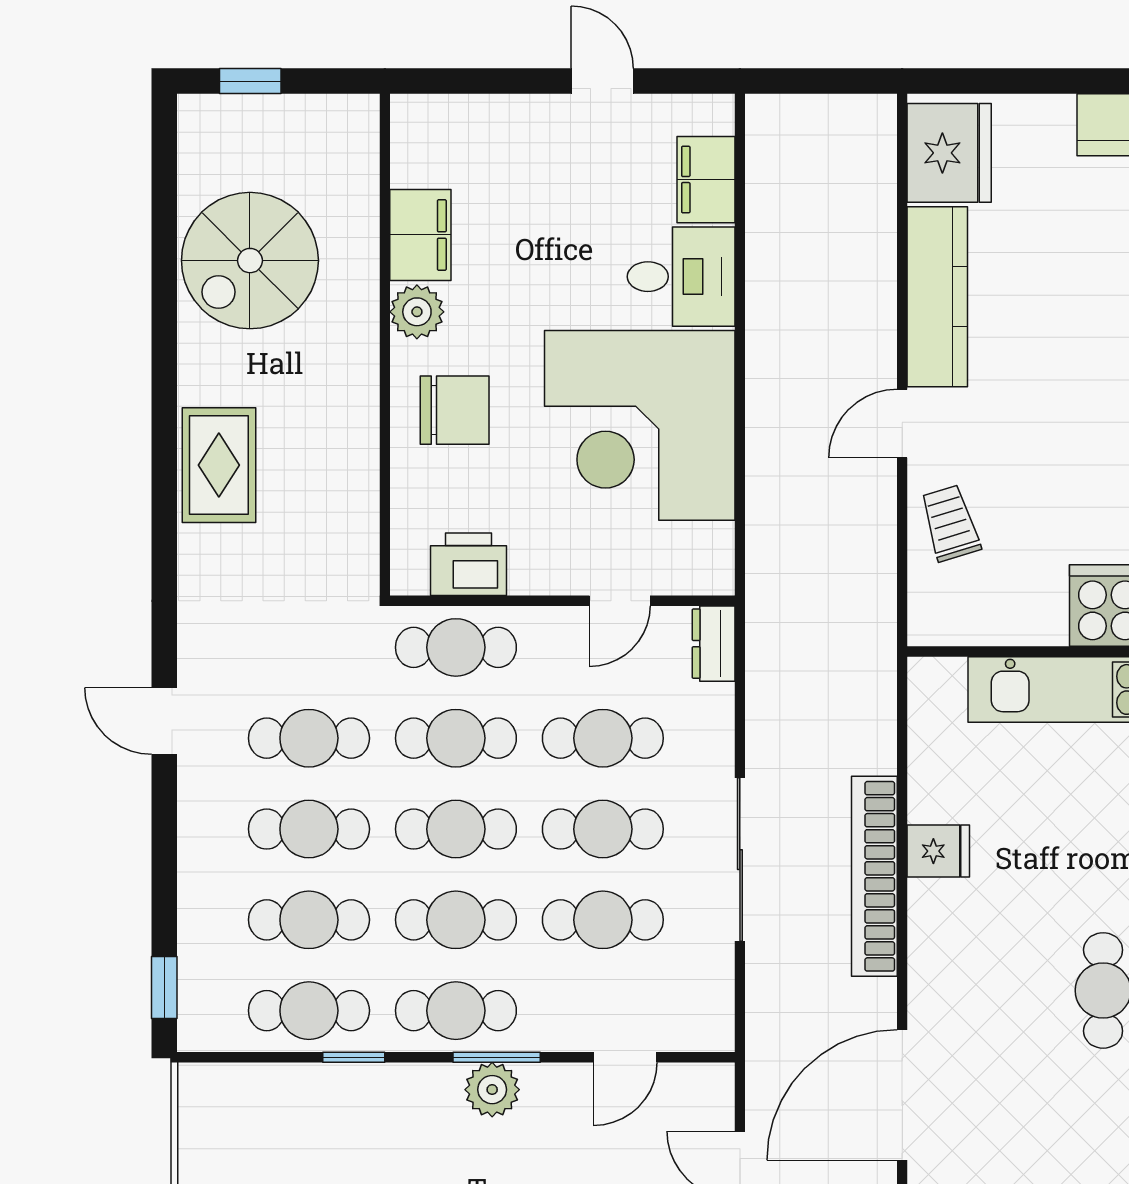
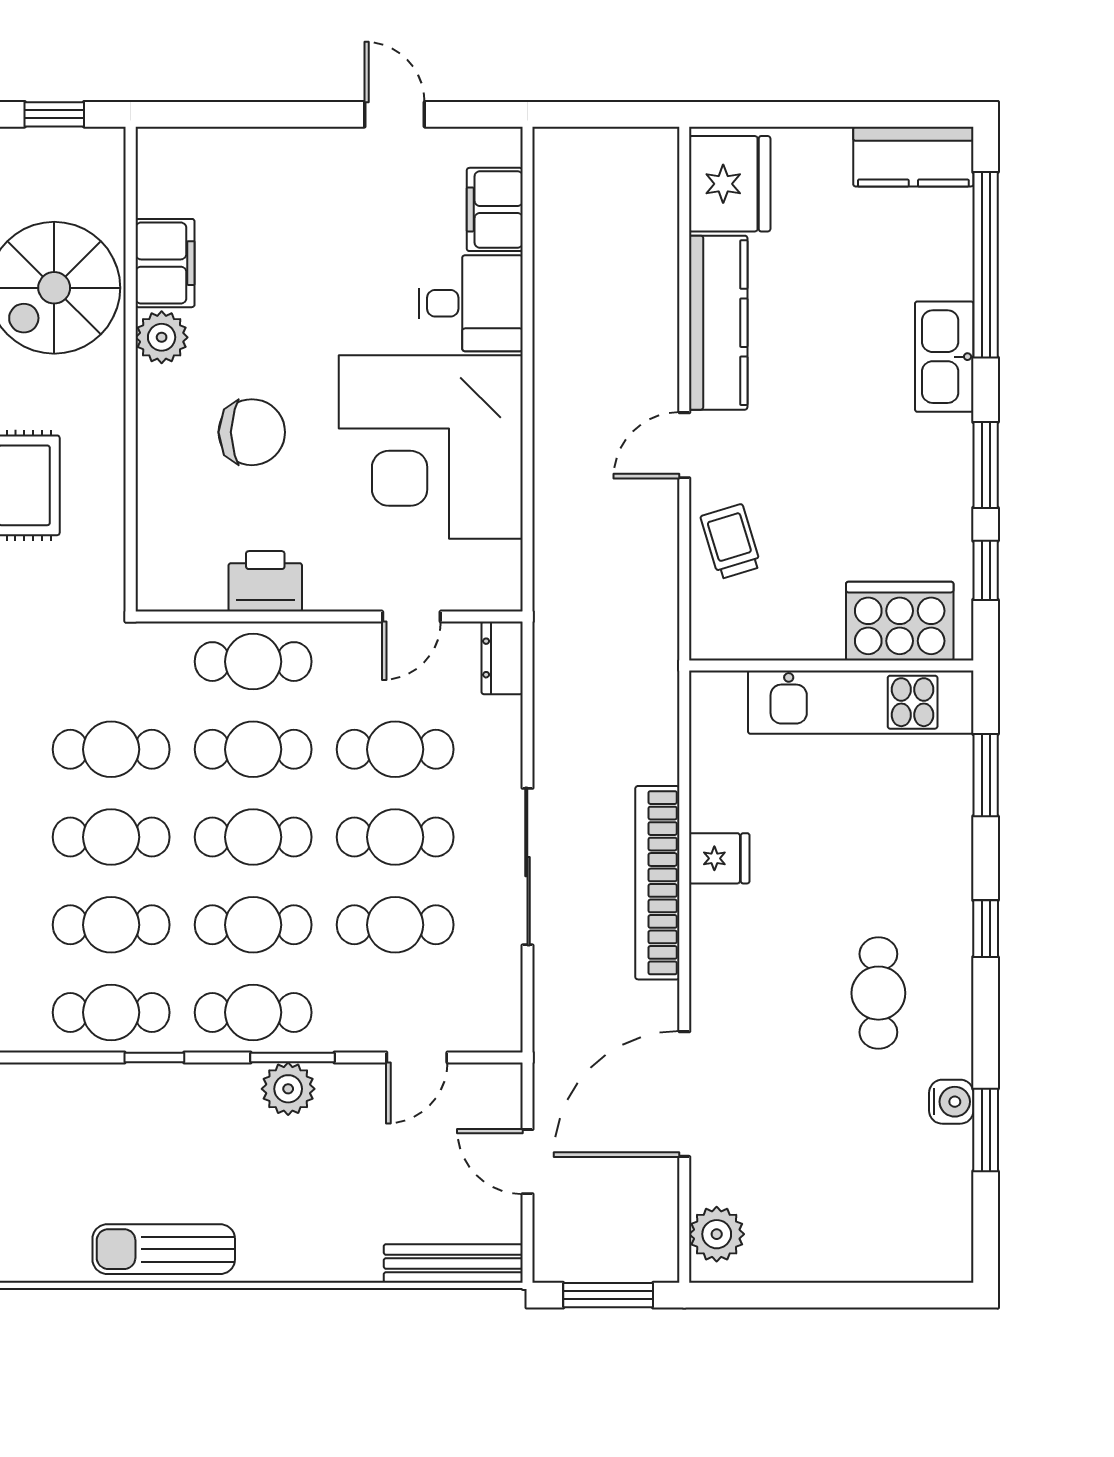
filing cabinet: (420, 235) -> (165, 263), moved
plant: (417, 312) -> (162, 337), moved
wall: (385, 345) -> (131, 369), moved

